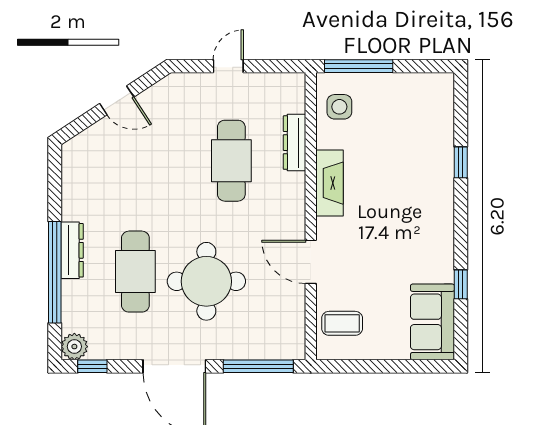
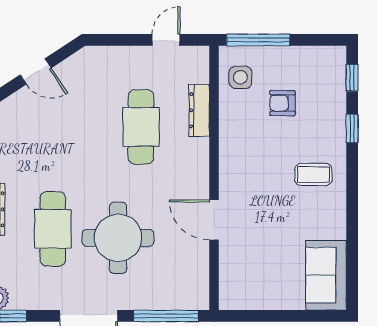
door: (228, 66) -> (166, 40), moved
armchair: (385, 135) -> (282, 103), added
fireplace: (329, 183) -> (231, 147), removed
window: (461, 284) -> (352, 78), moved
coffee table: (342, 323) -> (313, 174), moved

